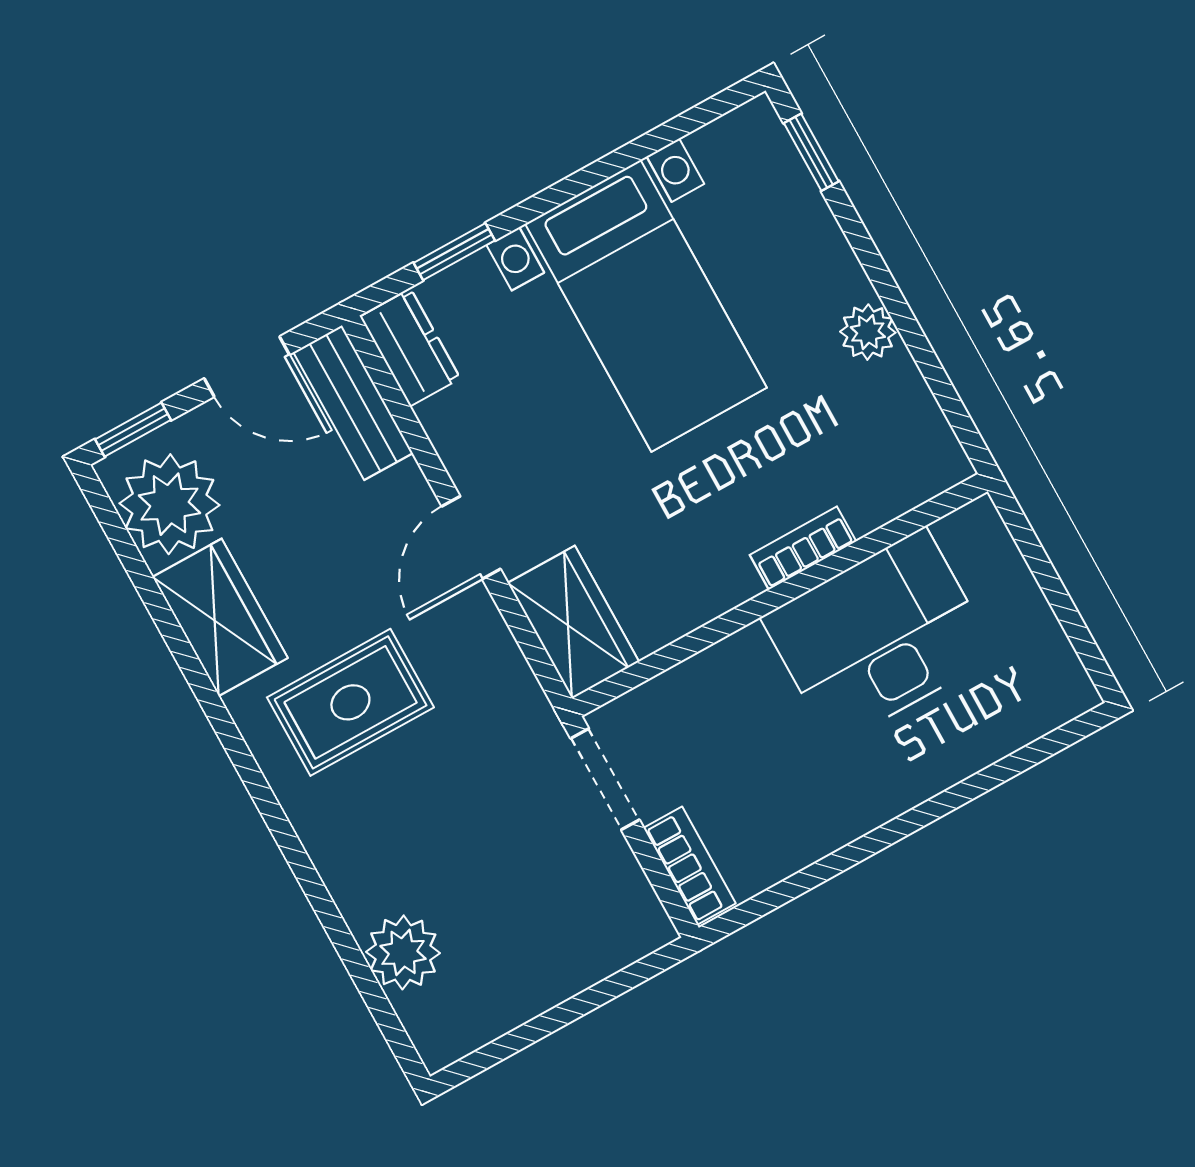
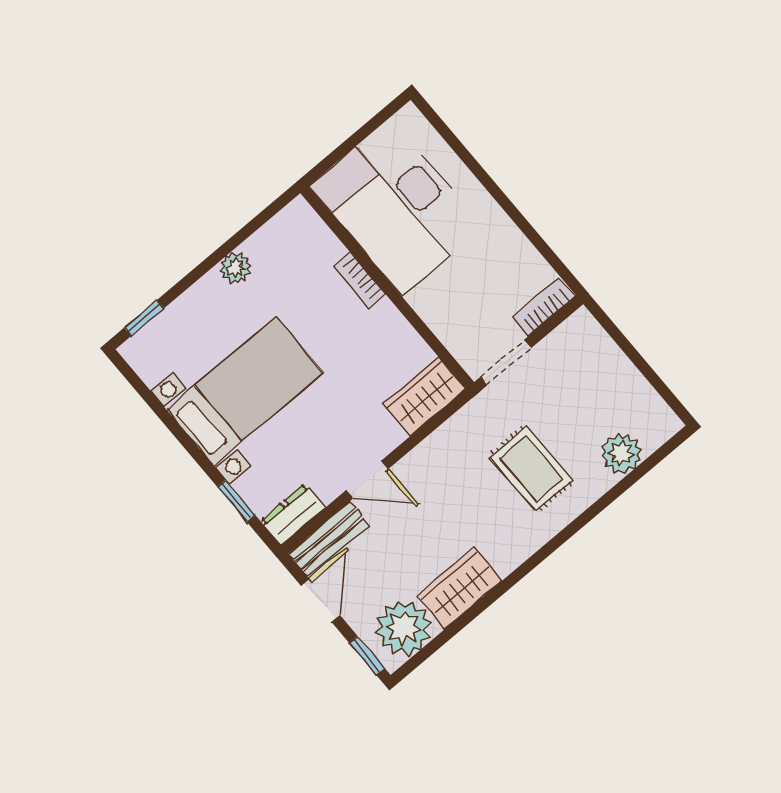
door: (471, 538) -> (367, 480), moved
desk: (879, 637) -> (396, 207), width x1.36, depth x1.30
rug: (350, 702) -> (531, 468), moved

